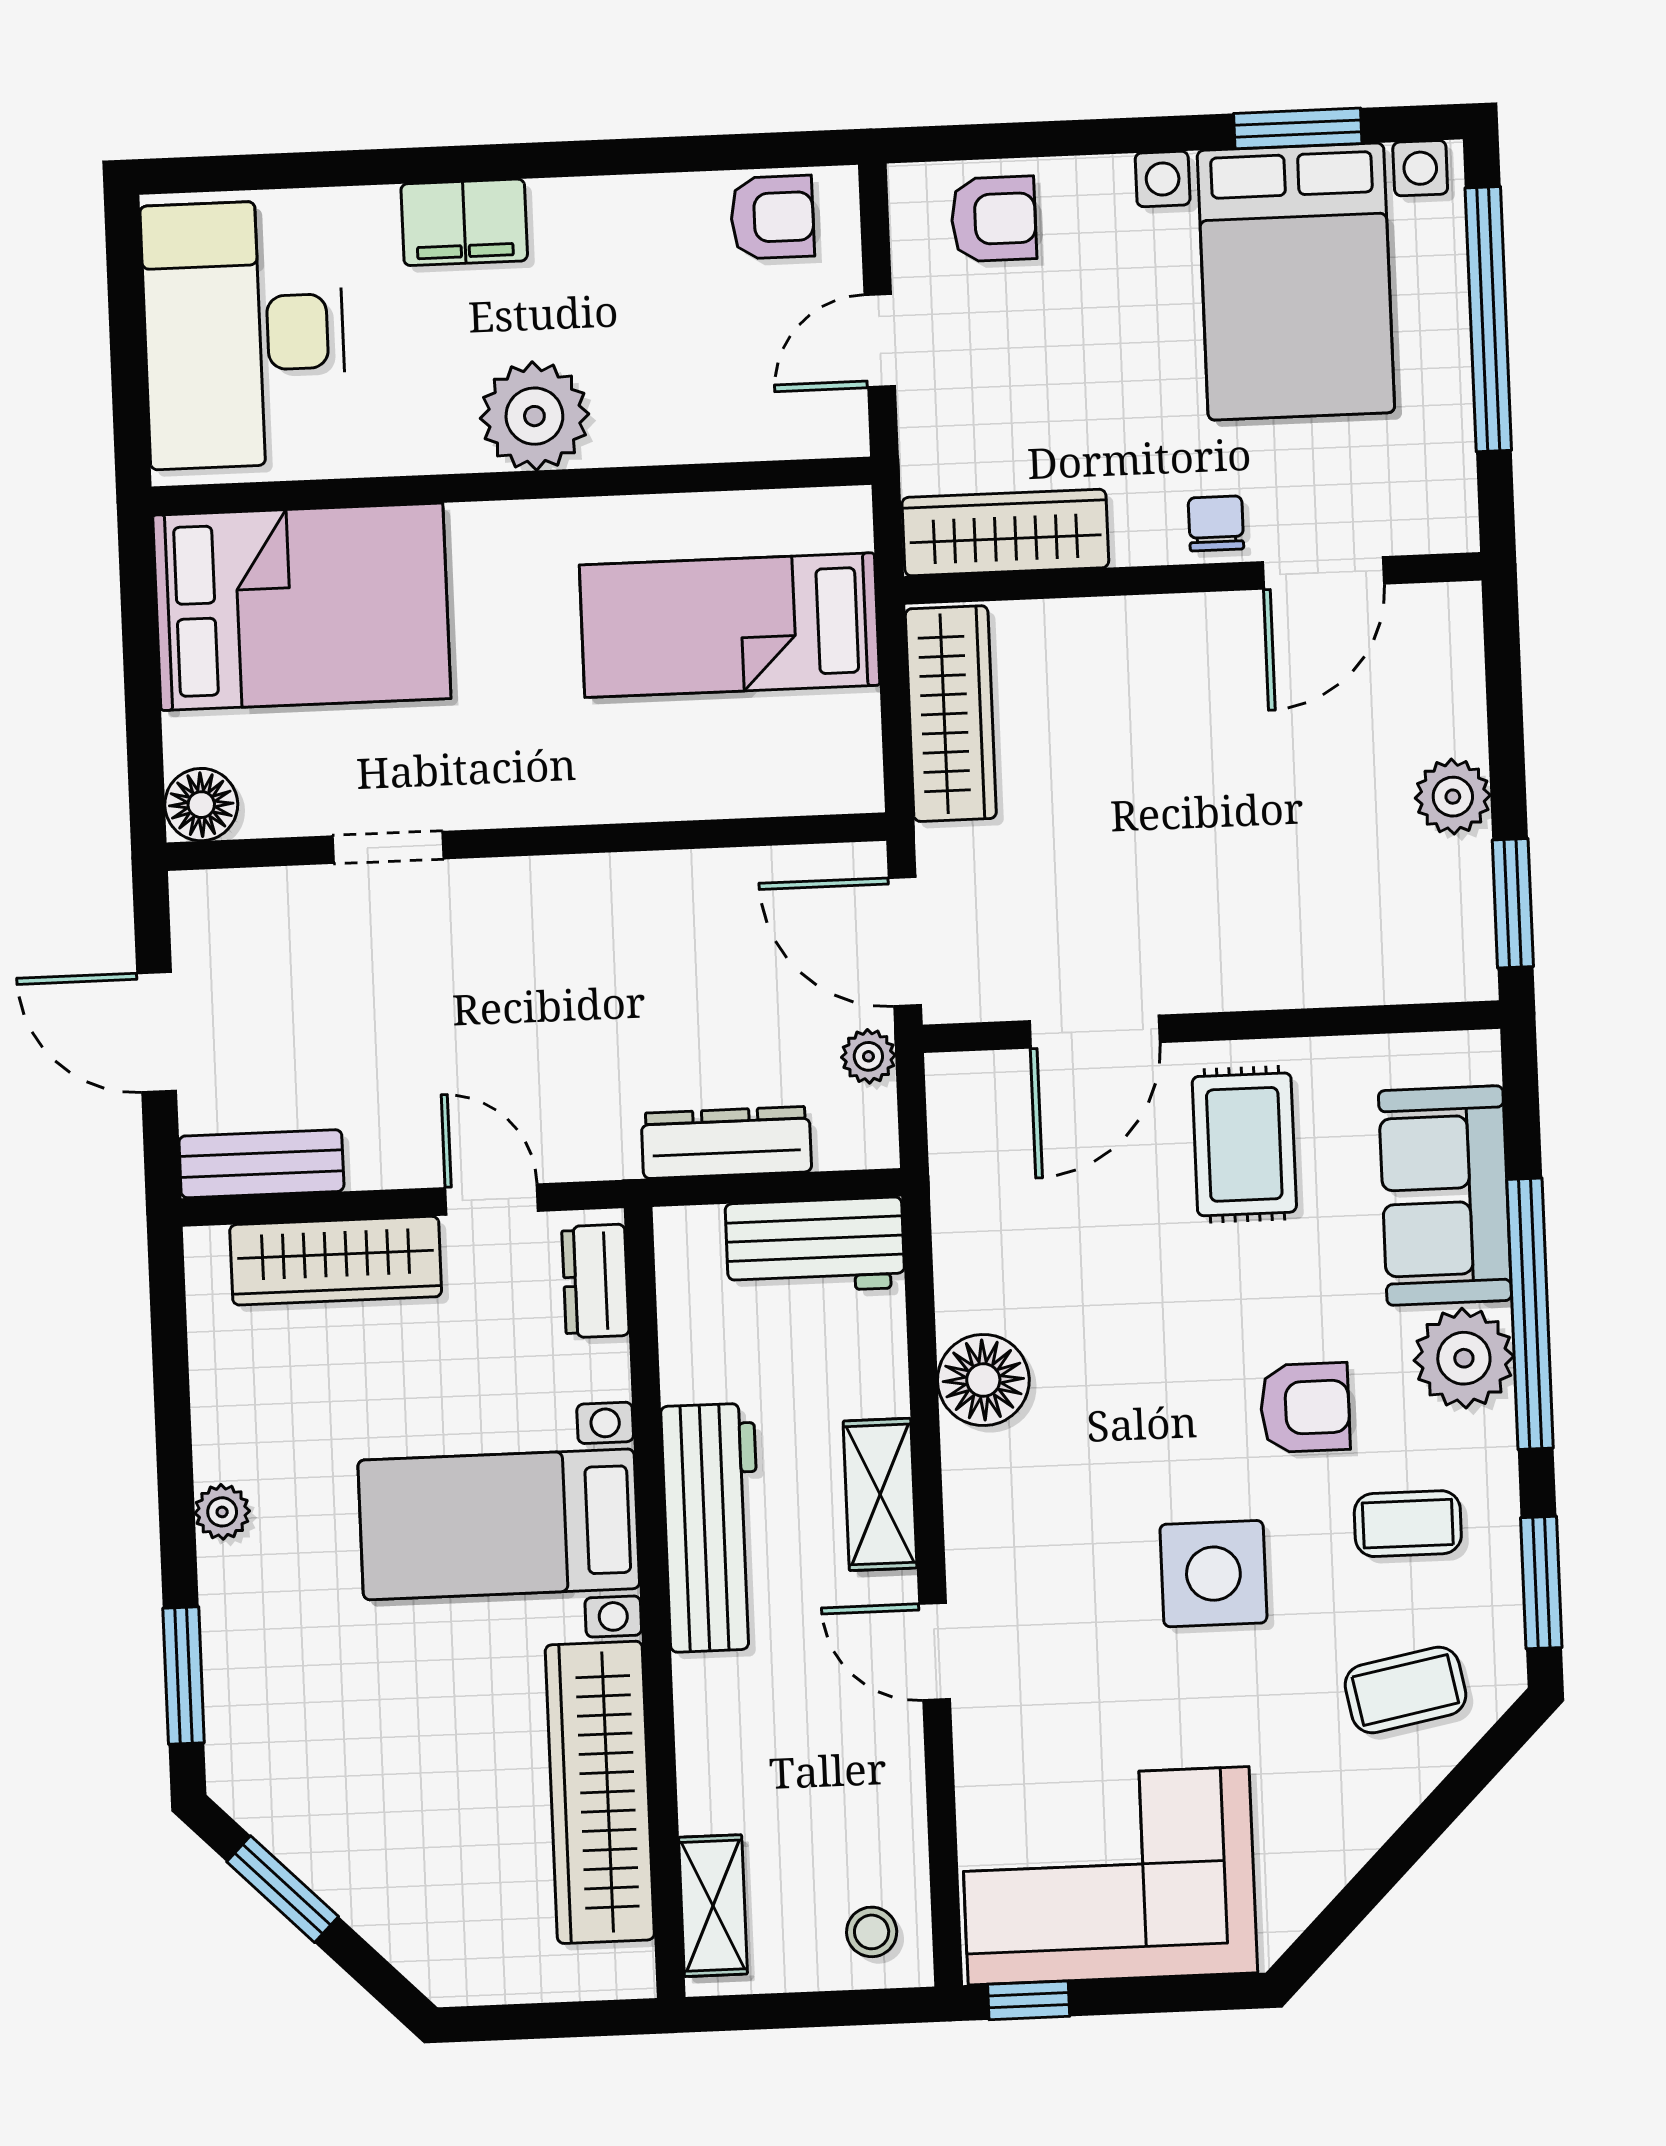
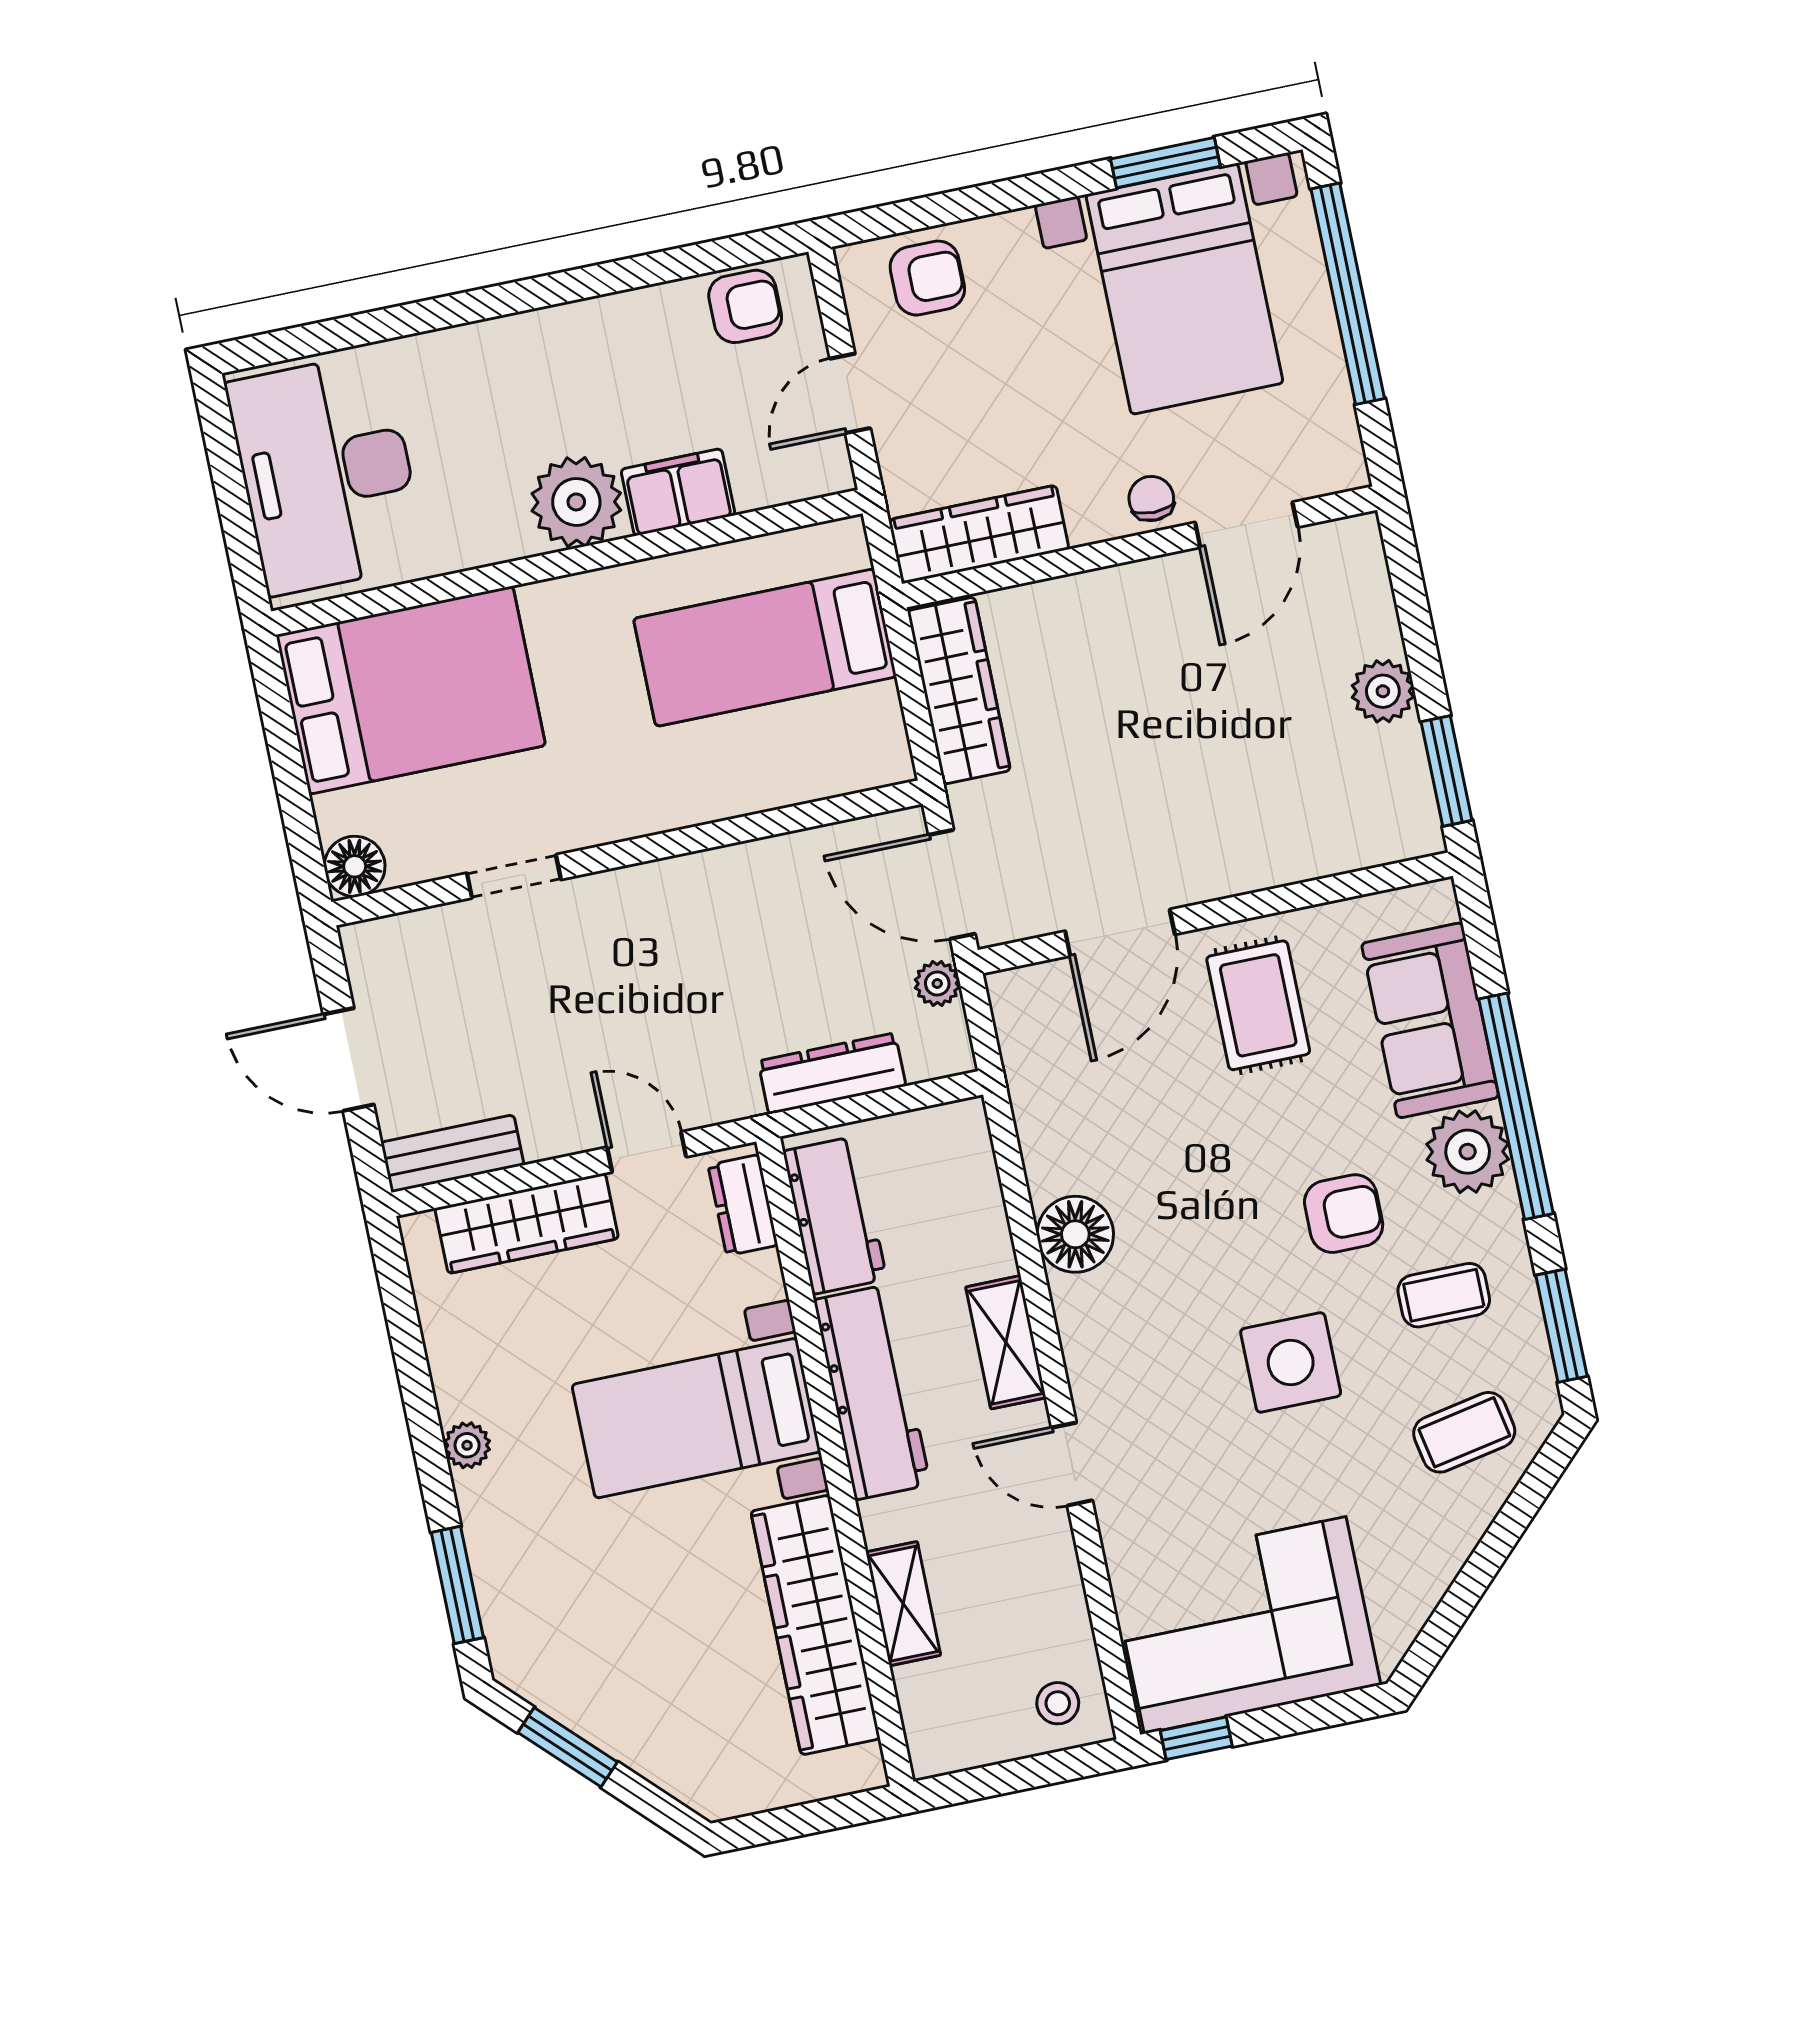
filing cabinet: (464, 222) -> (678, 492), moved, turned 180
workbench: (815, 1246) -> (835, 1215), moved, turned -90
shelving: (713, 1906) -> (903, 1604), moved

